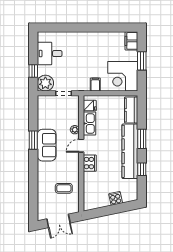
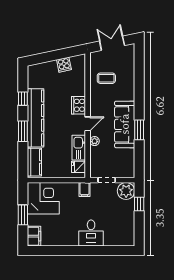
desk: (50, 54) -> (91, 233), moved, turned 90
filing cabinet: (95, 85) -> (85, 189), moved
sofa: (47, 145) -> (125, 124), width x1.36
cooker: (116, 198) -> (64, 65), moved

